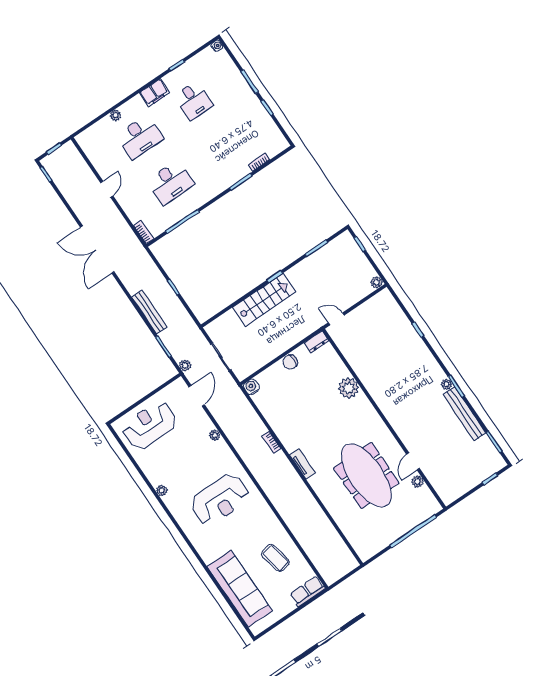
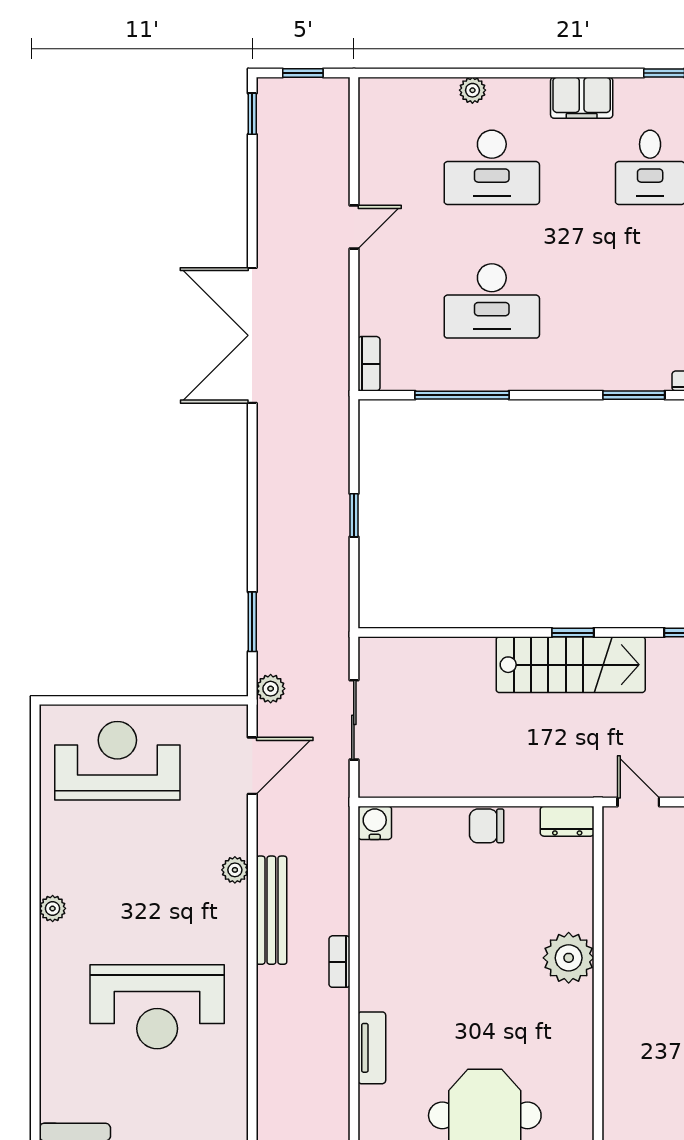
stairs: (264, 300) -> (571, 665), moved
bench: (149, 312) -> (271, 910), moved

